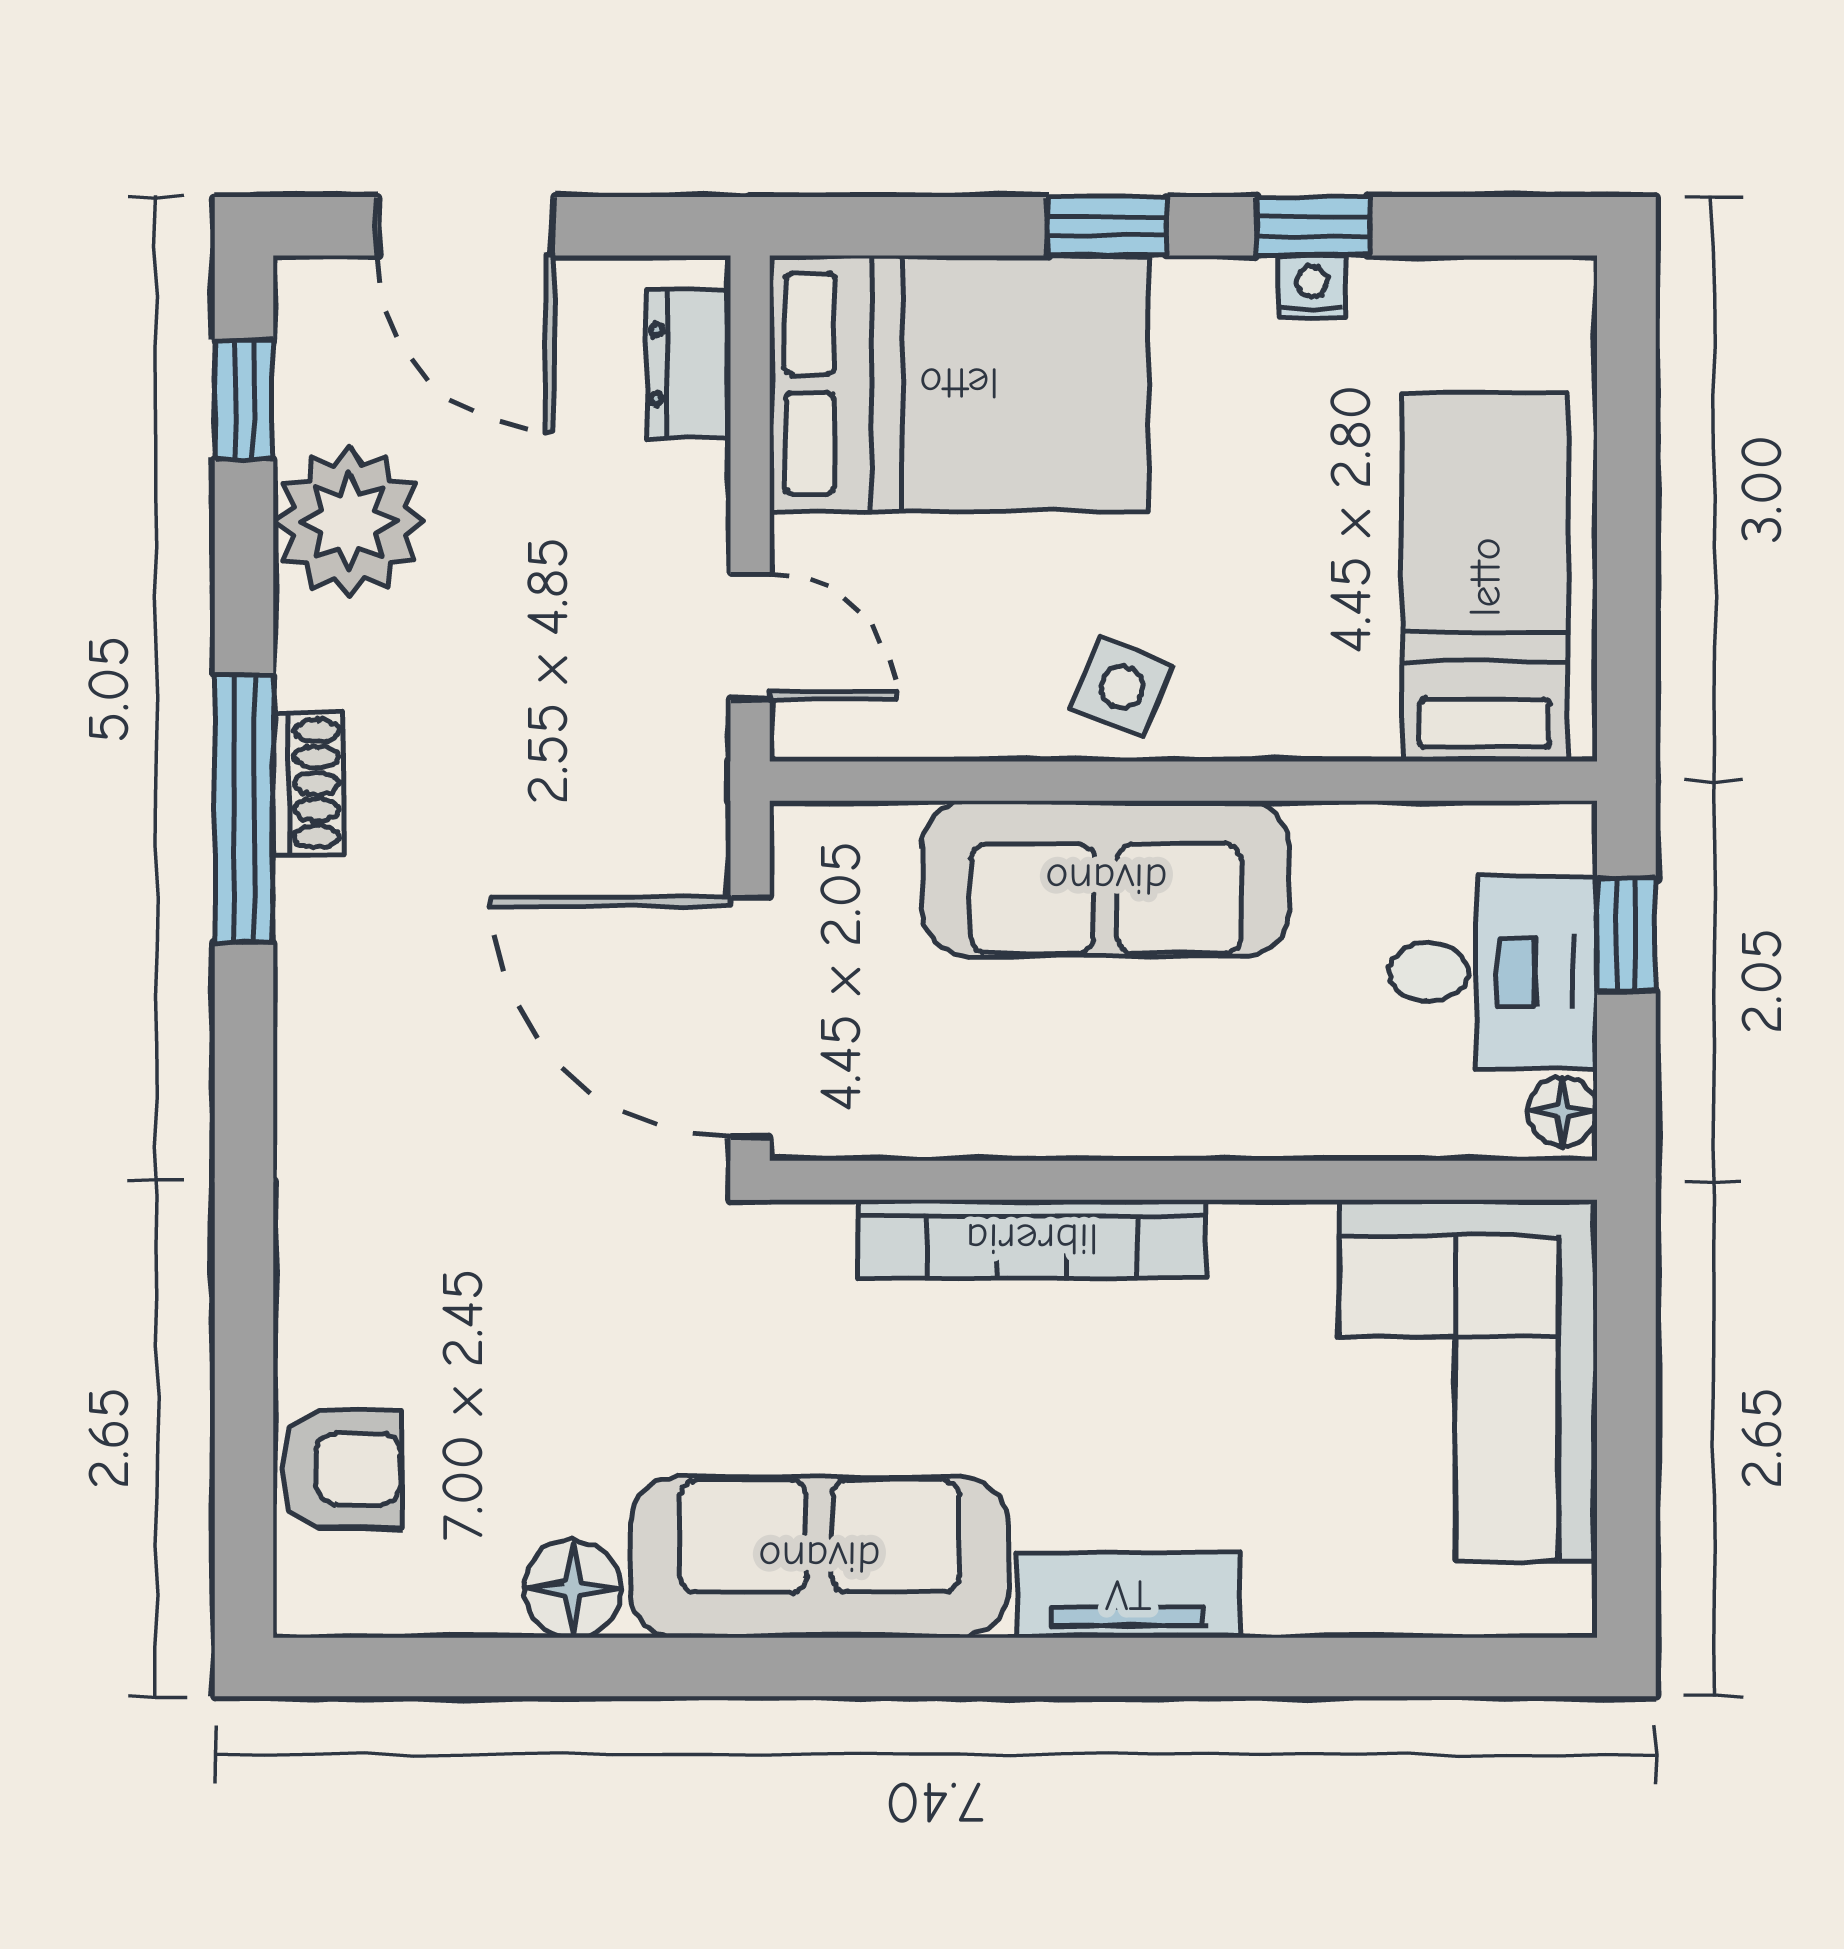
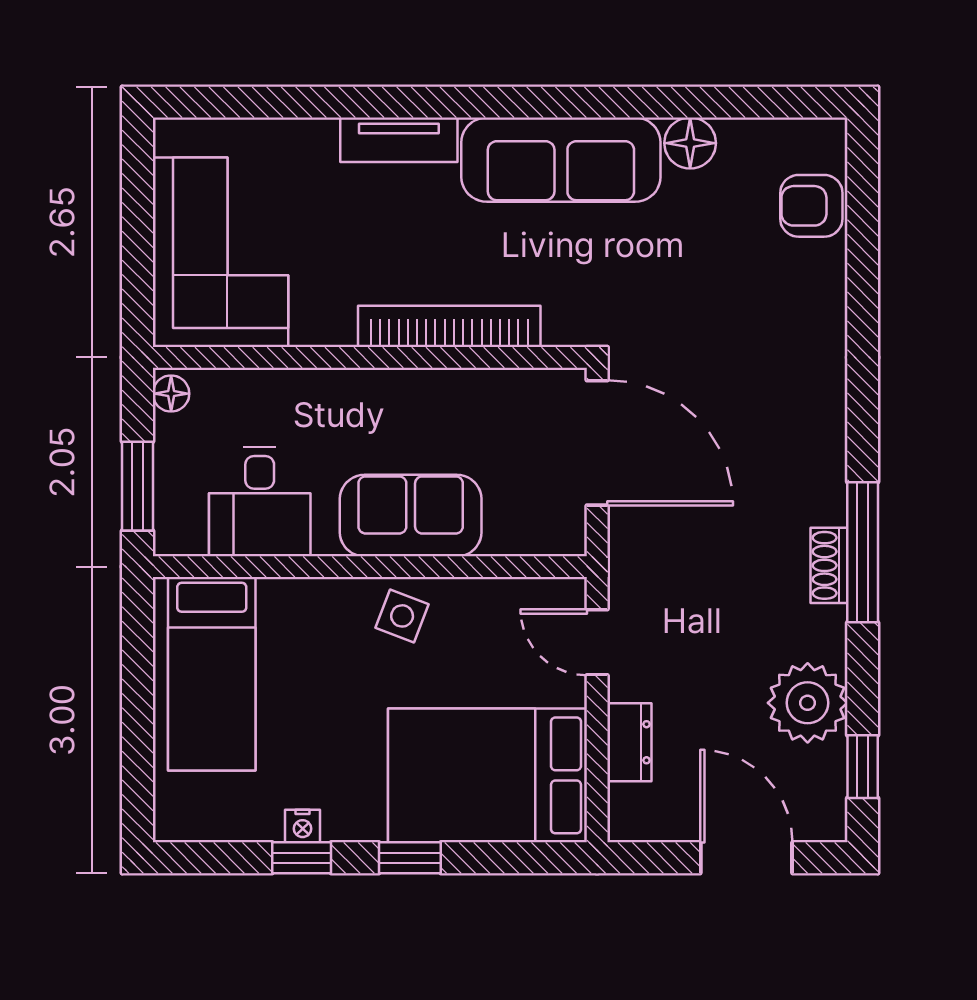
dresser: (689, 364) -> (629, 742), moved
sofa: (1106, 879) -> (411, 516), width x0.73
window: (1626, 935) -> (138, 486), width x1.50
desk: (1493, 972) -> (260, 502), moved, turned -90

